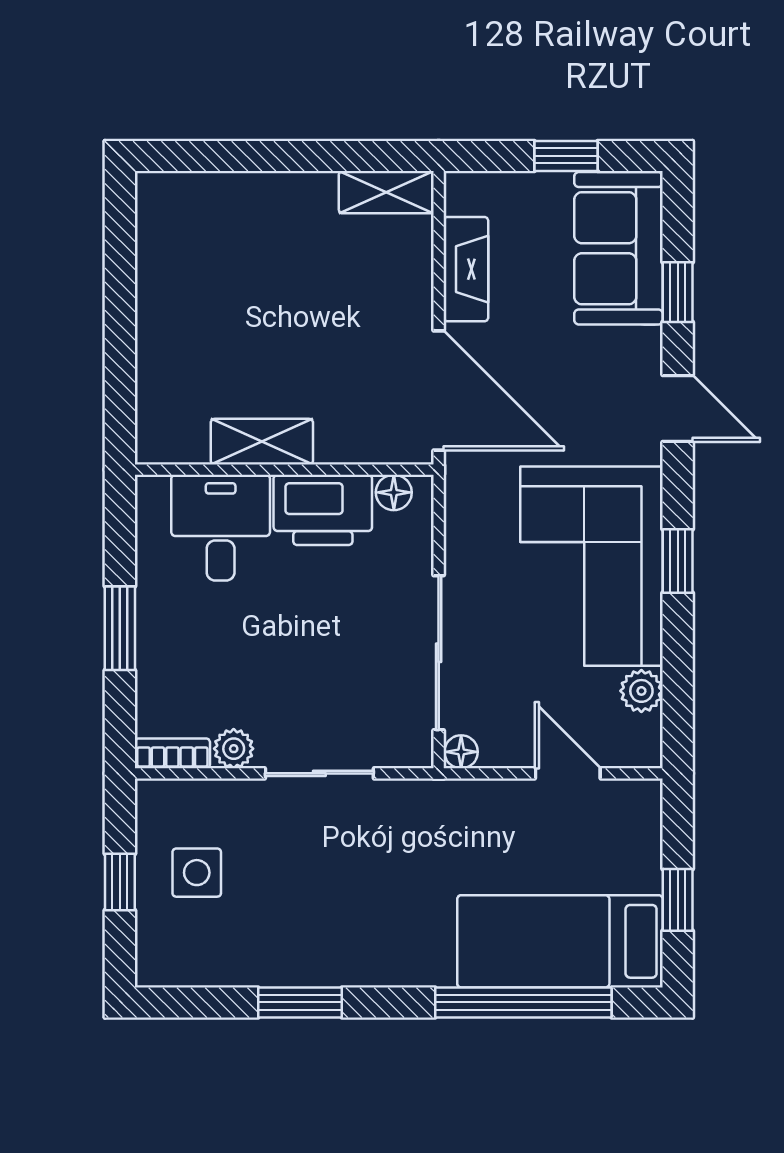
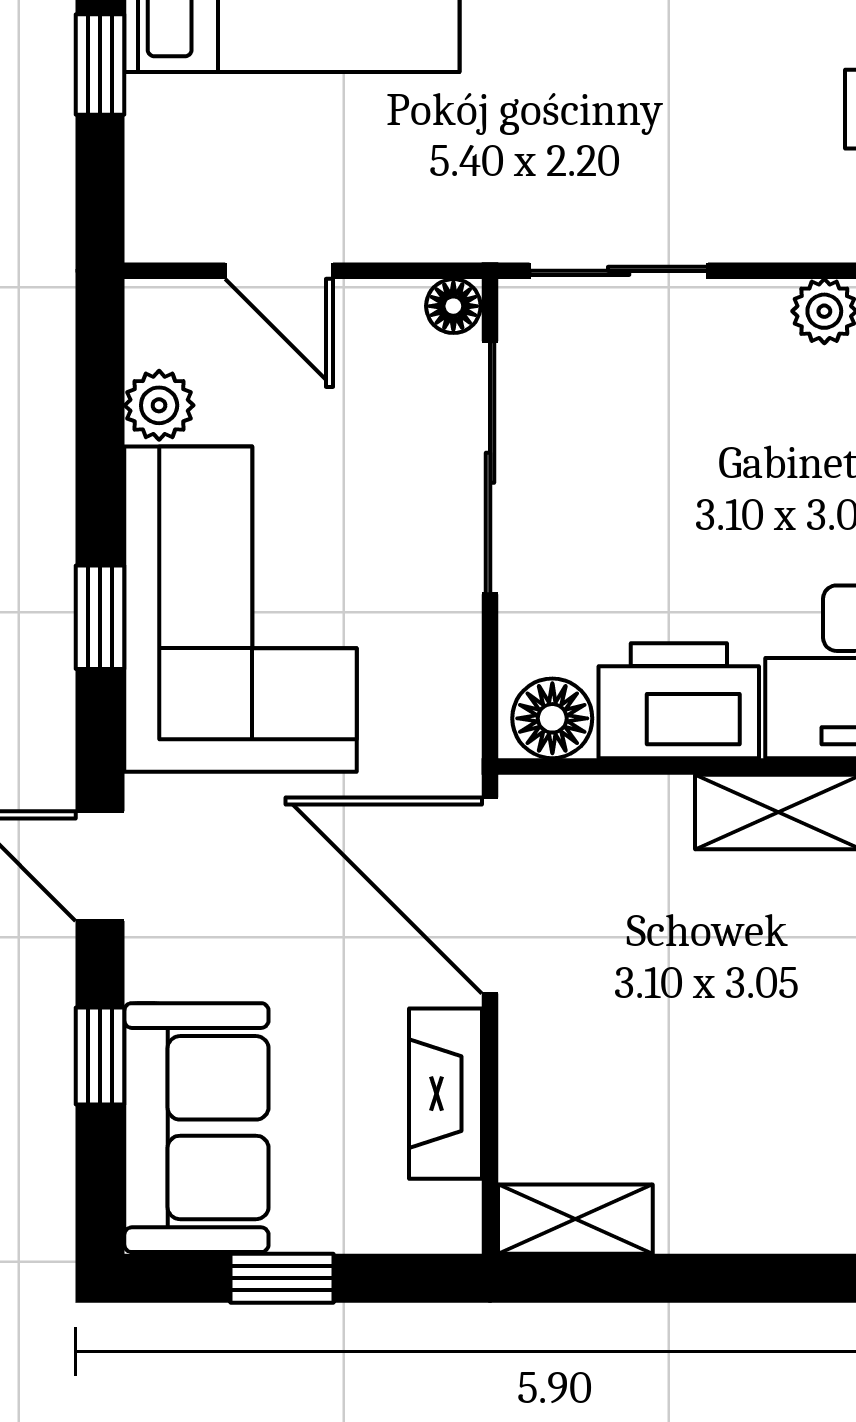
floor lamp: (394, 492) -> (552, 718), width x1.37, depth x1.37
sliding door: (319, 773) -> (619, 271), moved

